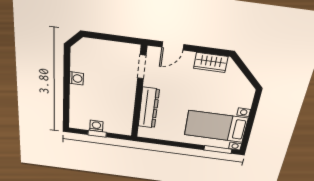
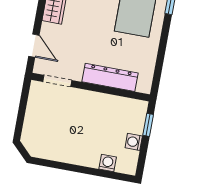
washing machine: (76, 78) -> (108, 163), moved
window: (97, 134) -> (148, 125), moved

